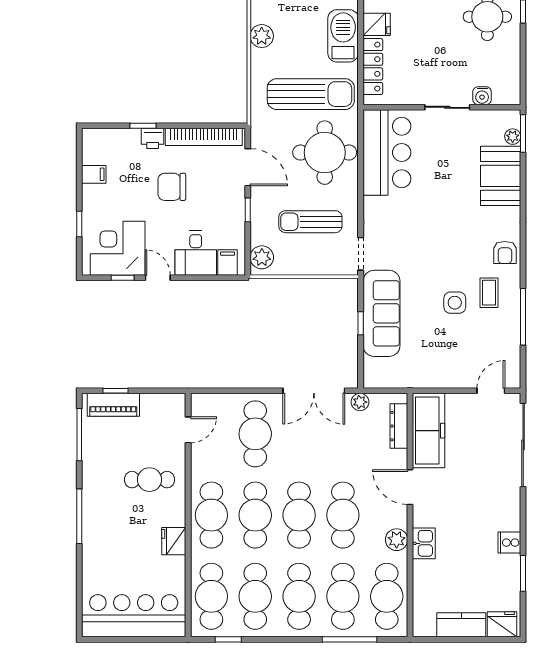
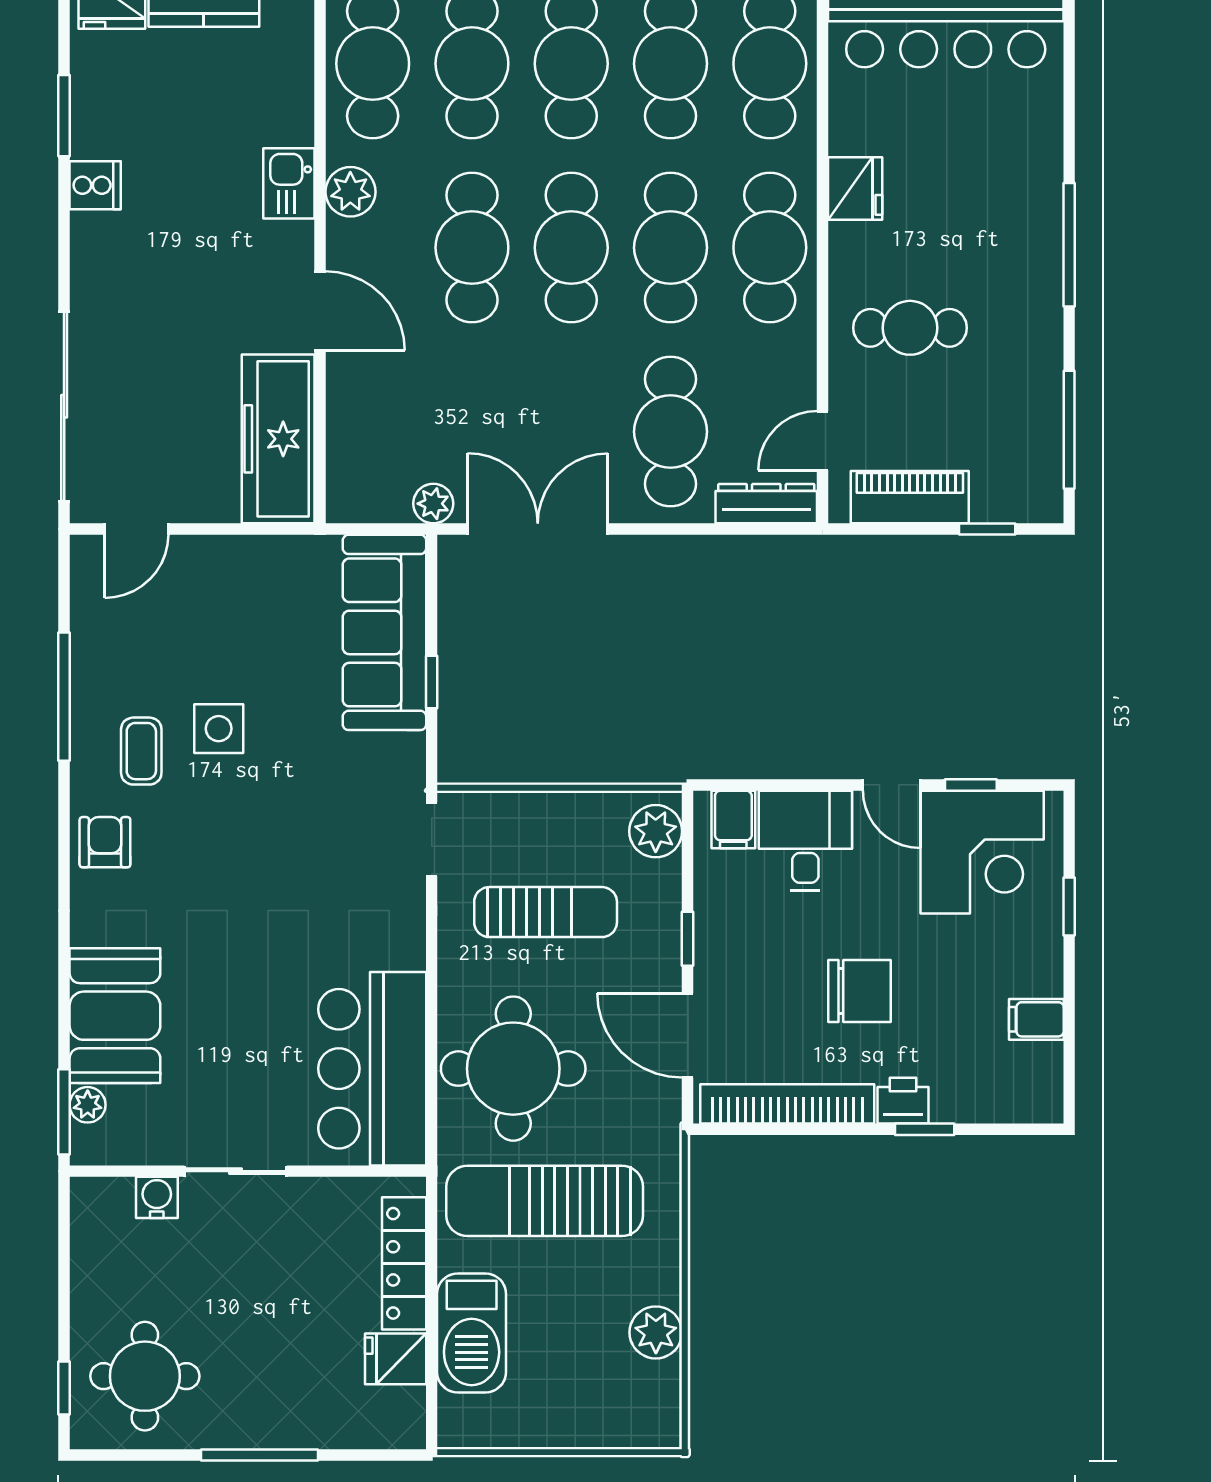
sofa: (382, 313) -> (384, 632), moved
piano: (113, 405) -> (910, 497), moved
dresser: (399, 426) -> (766, 504), moved, turned -90

